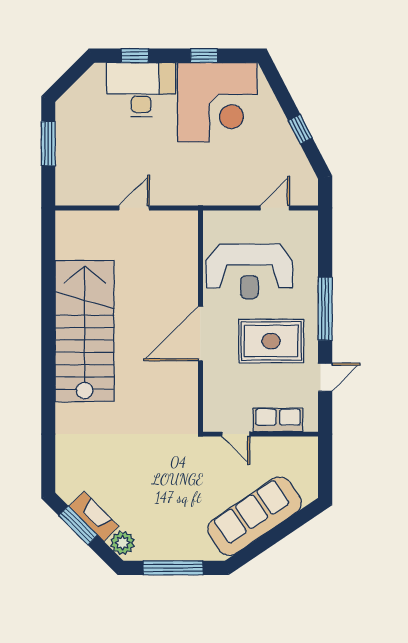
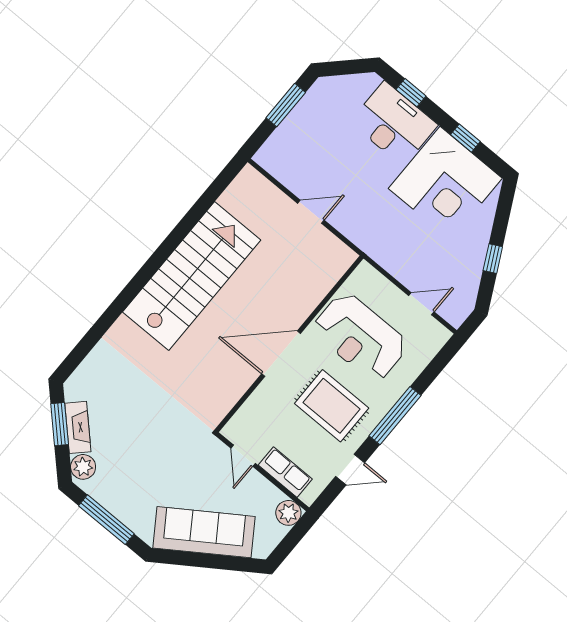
plant: (306, 449) -> (288, 513), added

